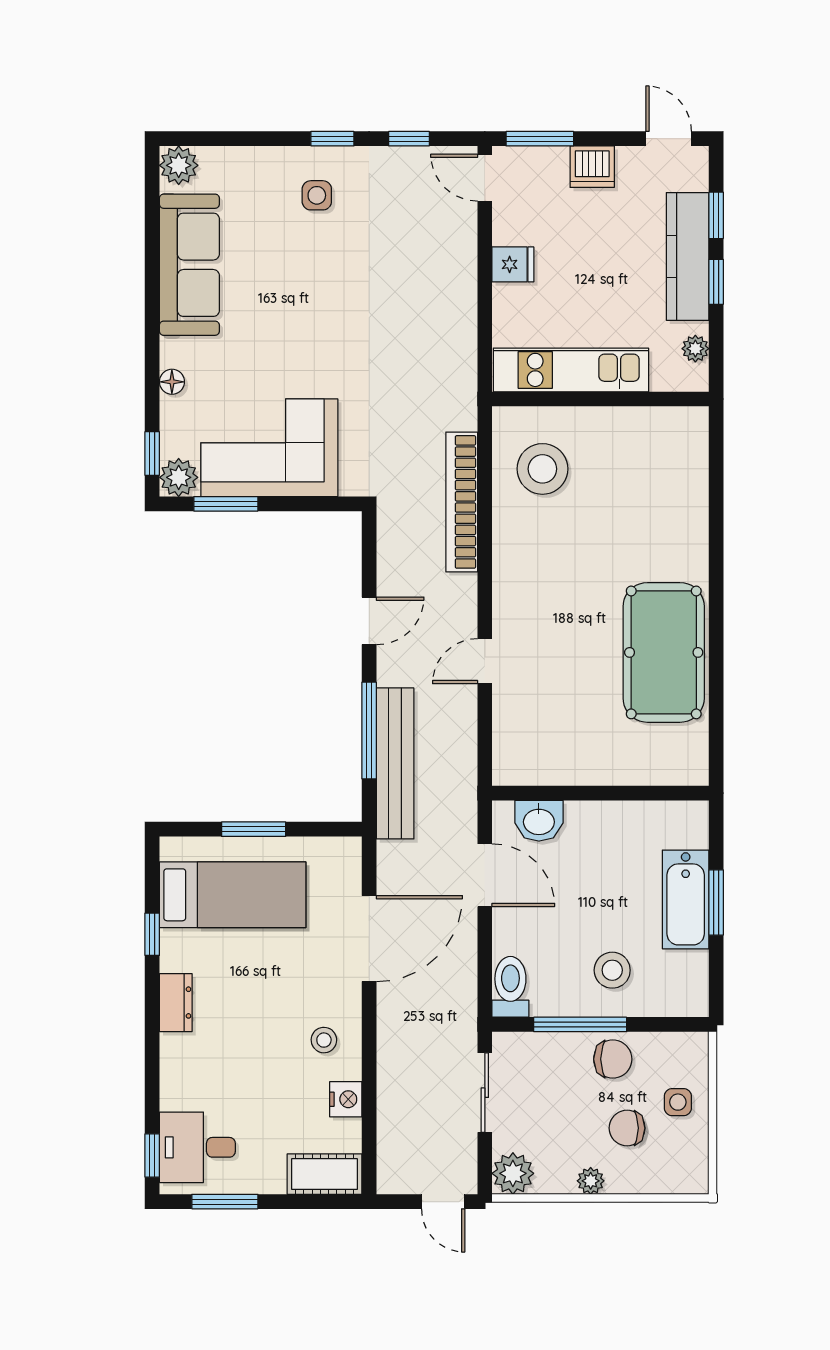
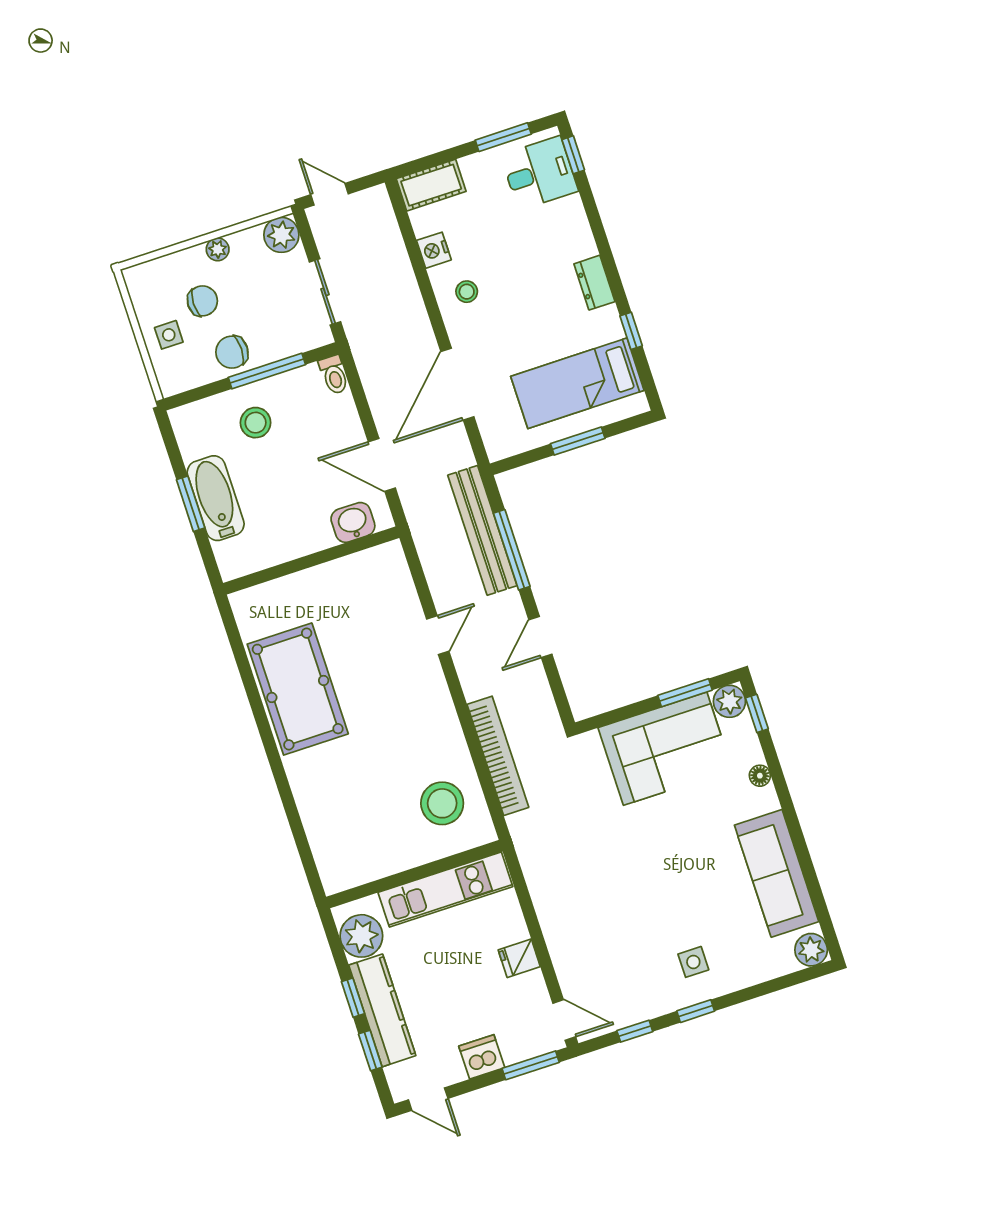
plant: (695, 349) -> (361, 936), width x1.87, depth x1.87
toilet: (510, 987) -> (334, 375), width x0.73, depth x0.72

